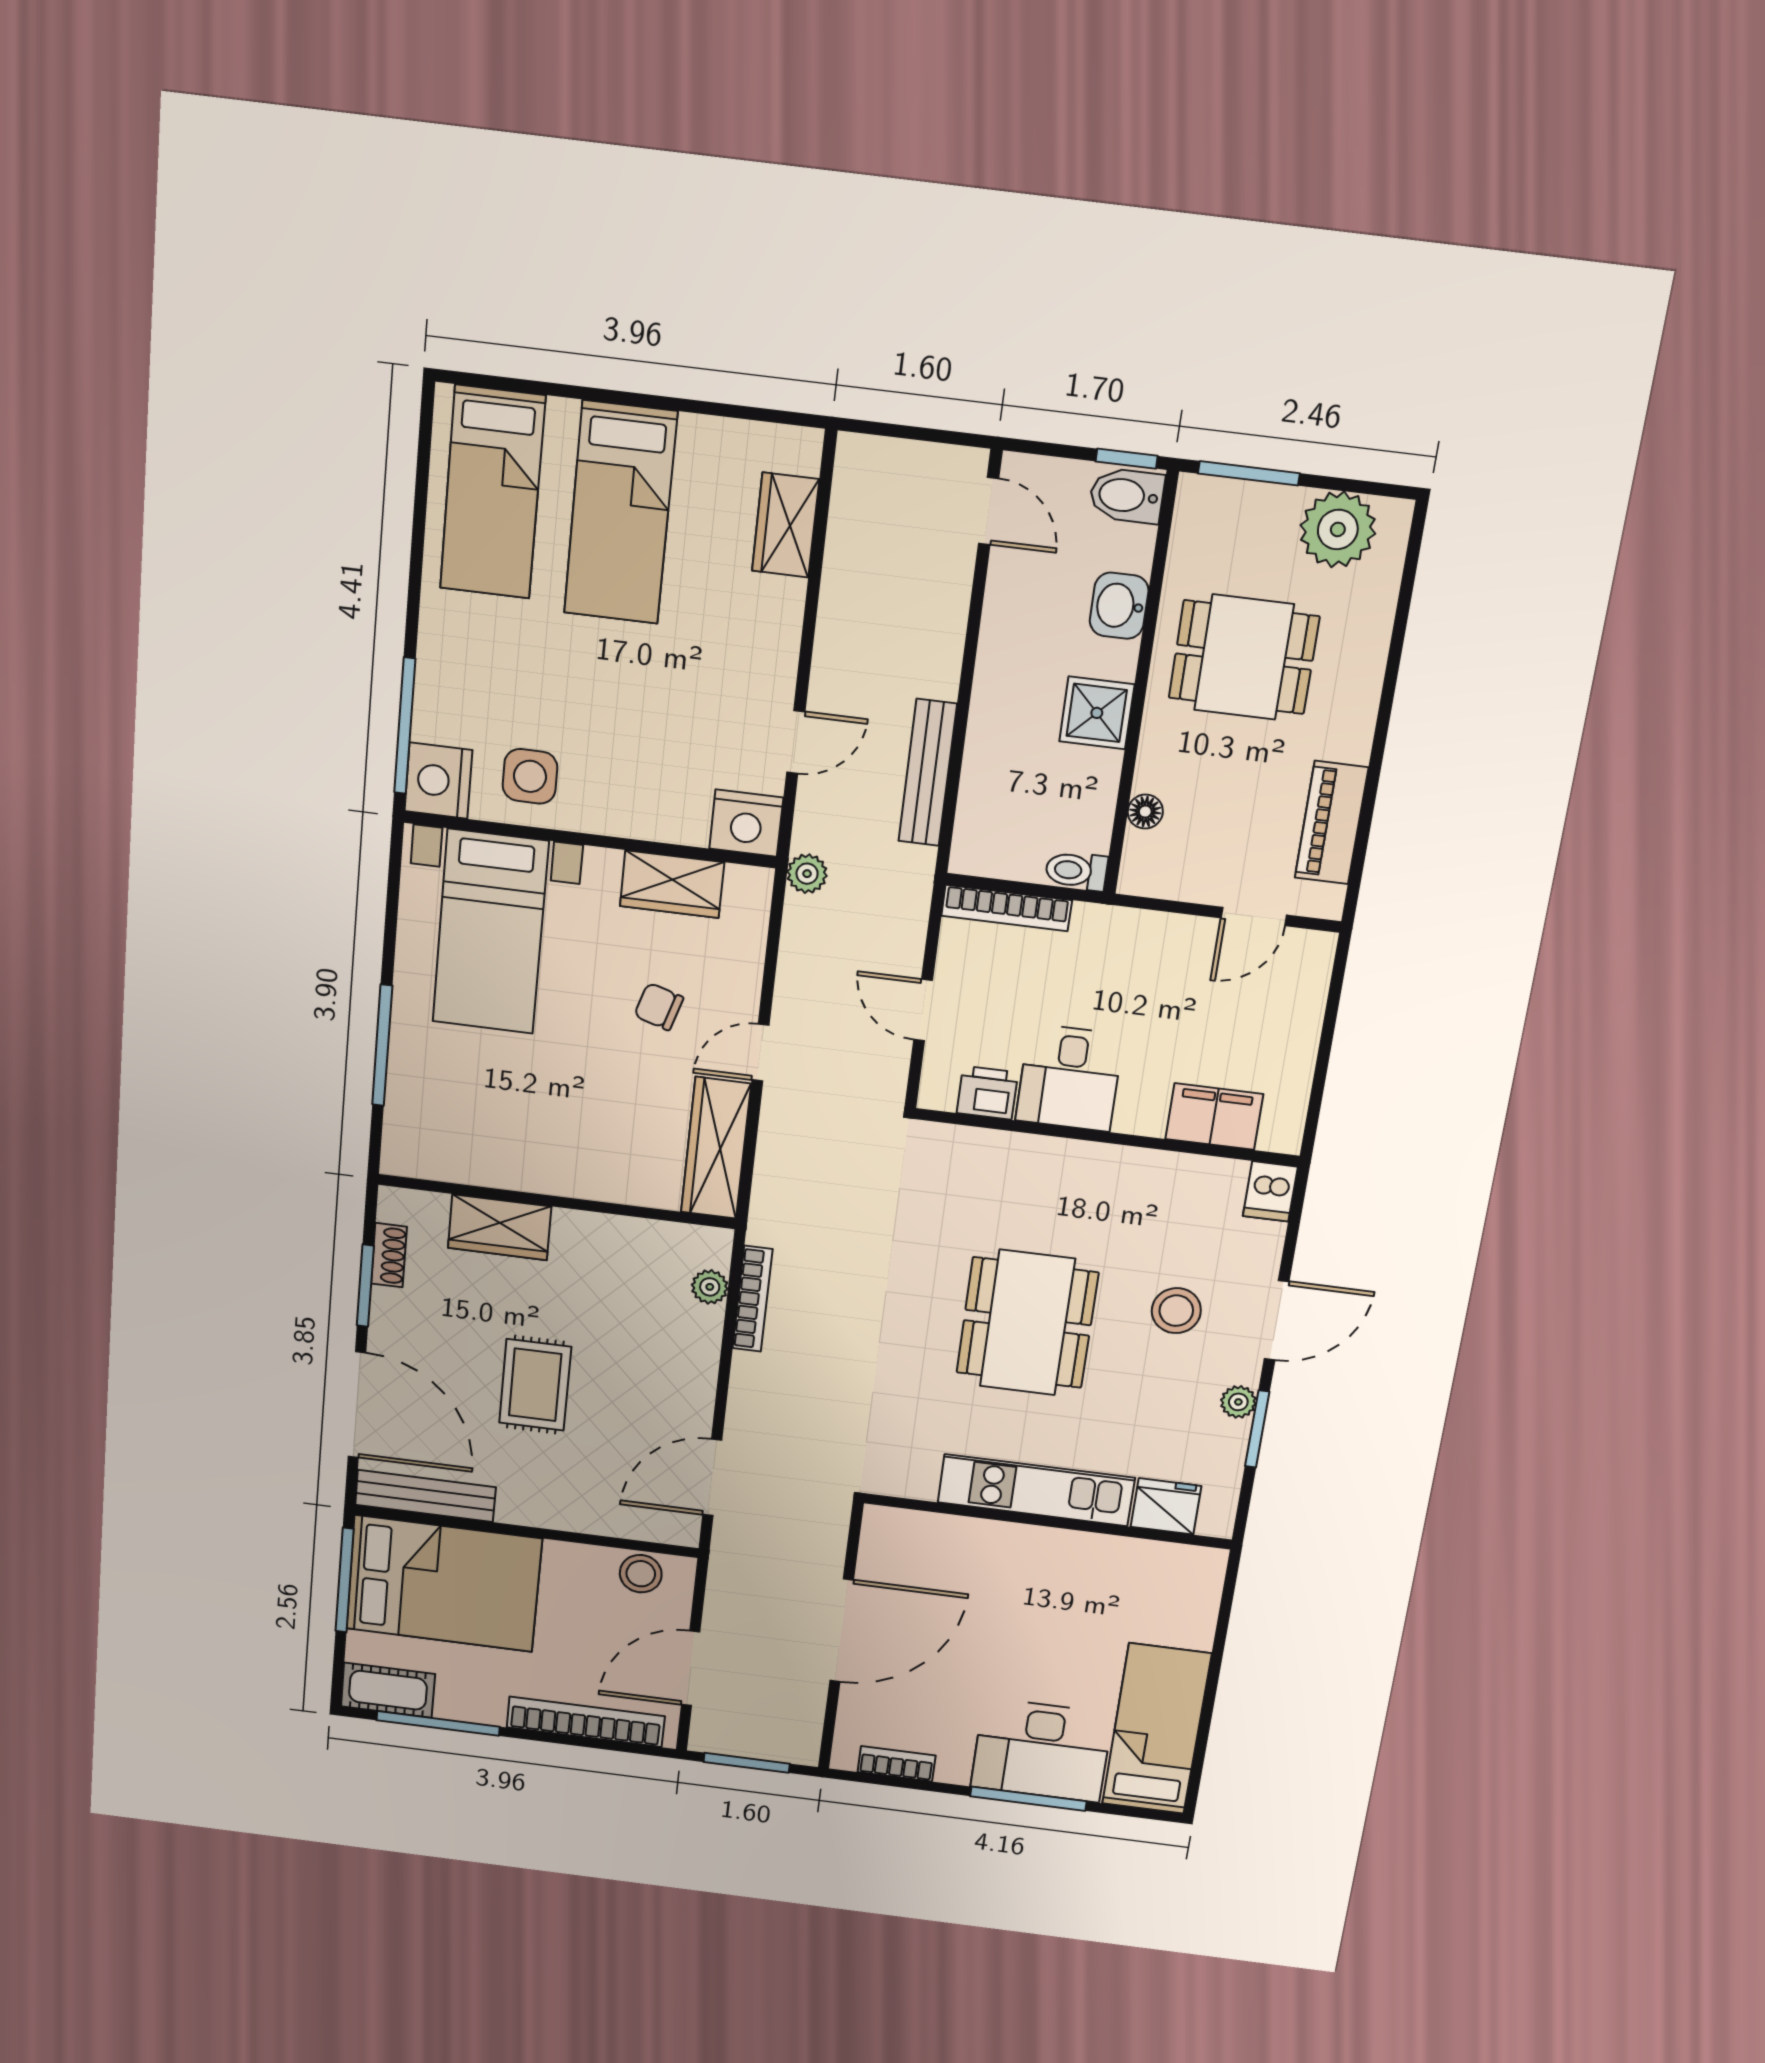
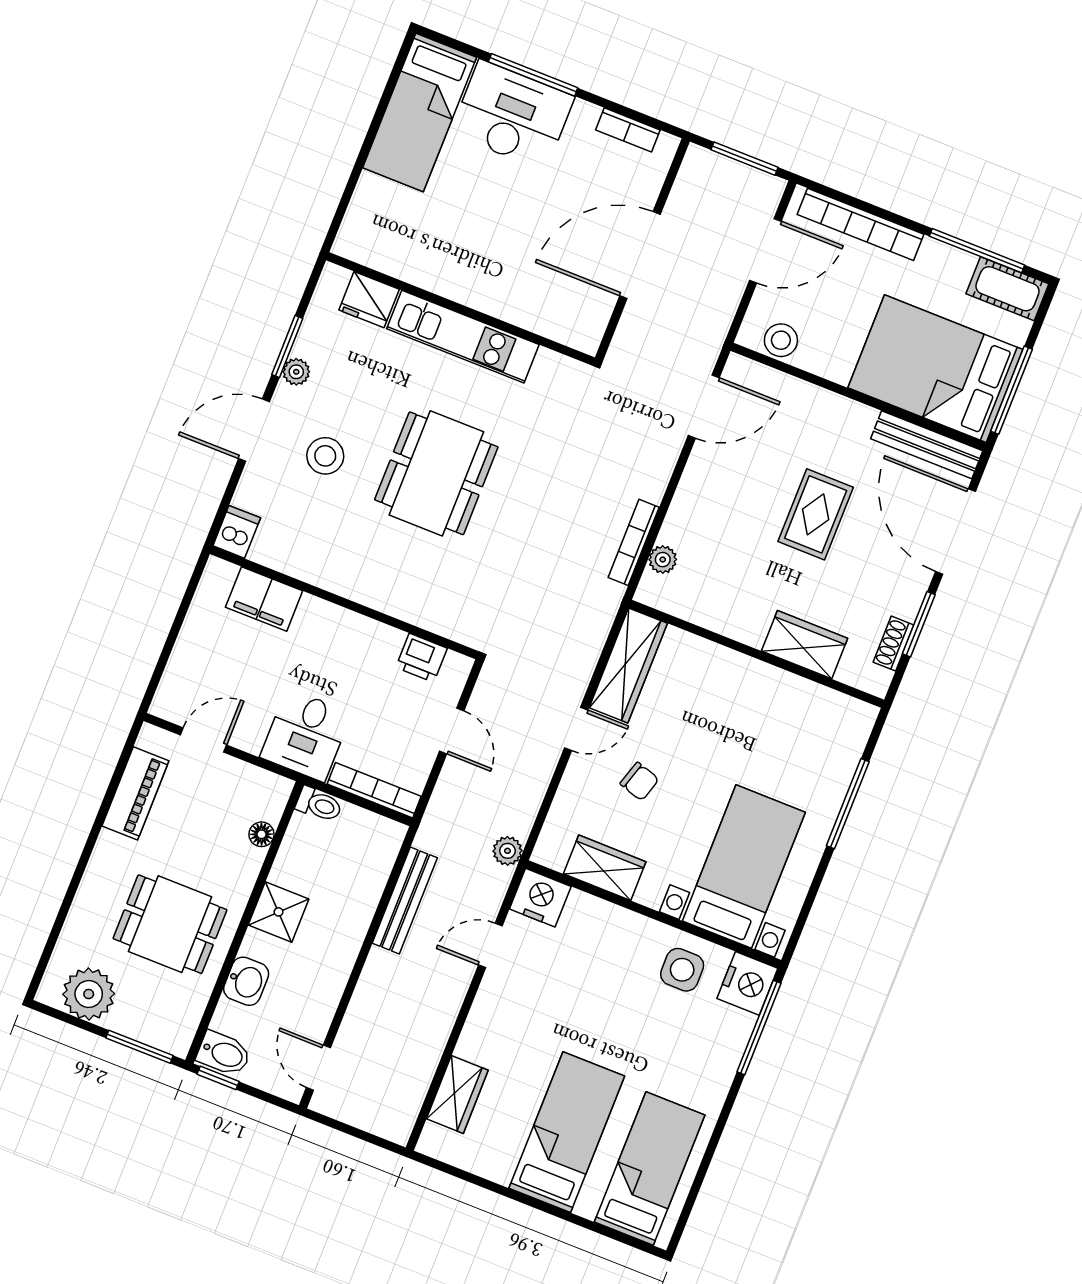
desk: (1069, 1078) -> (306, 735), moved, turned 180

